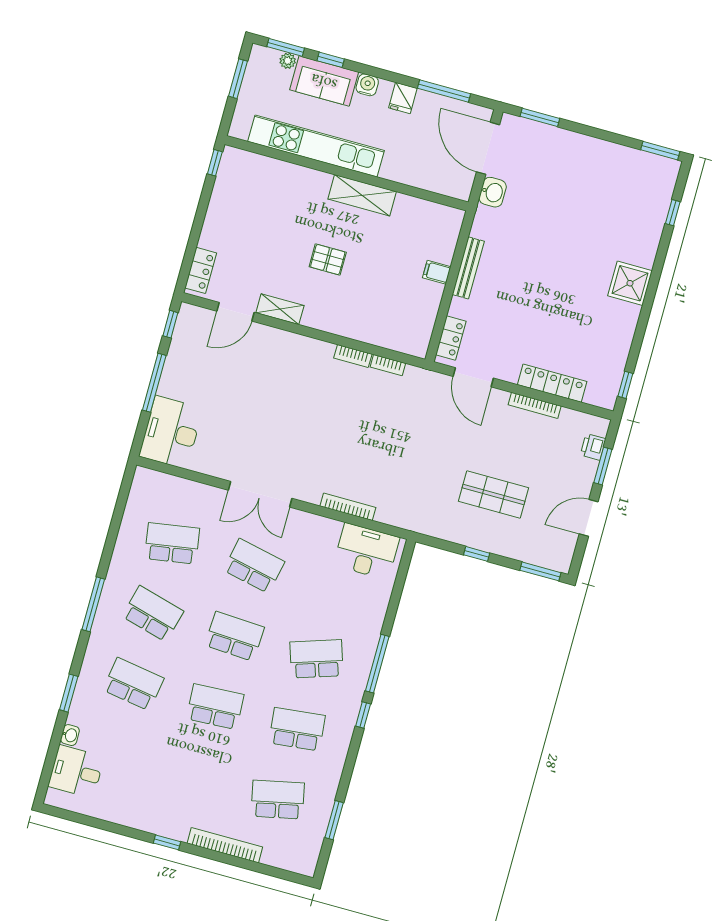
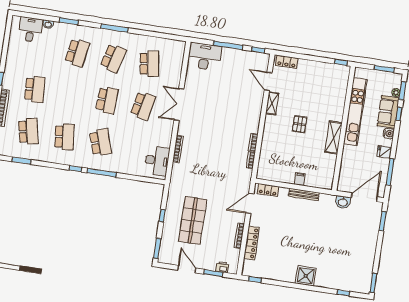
shop shelf: (494, 495) -> (193, 220), width x1.43, depth x1.36
school desk: (215, 707) -> (35, 89), moved

